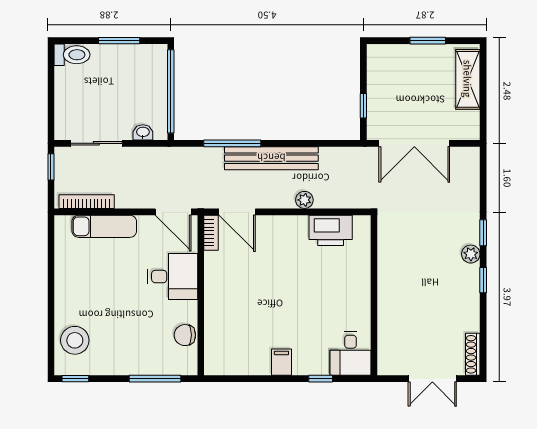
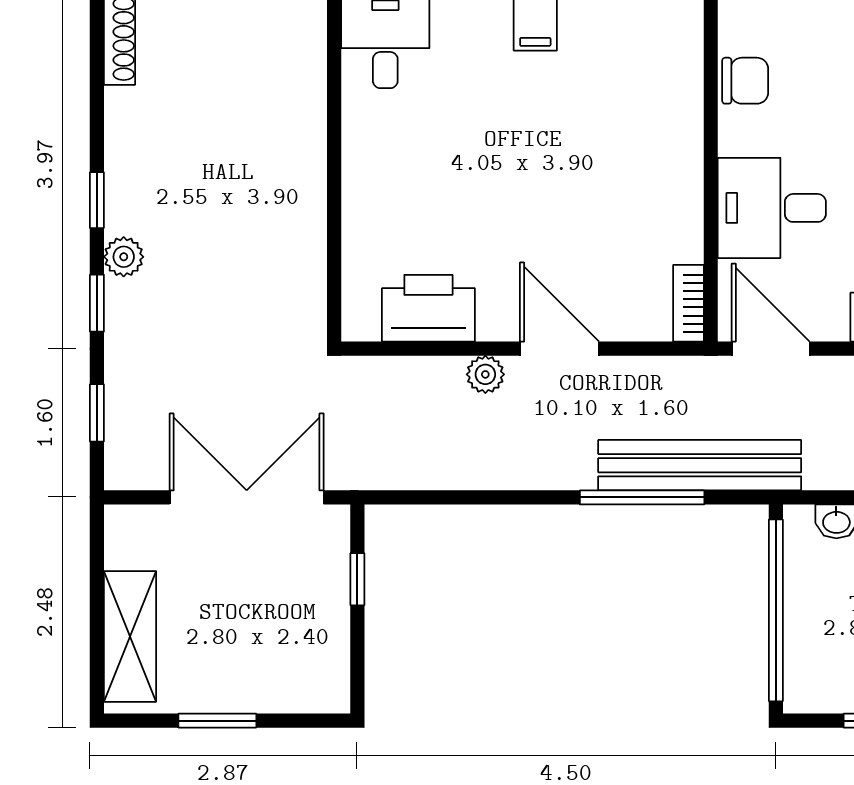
bench: (271, 158) -> (700, 465), moved
window: (483, 182) -> (97, 413), added
door: (237, 212) -> (560, 349), moved

